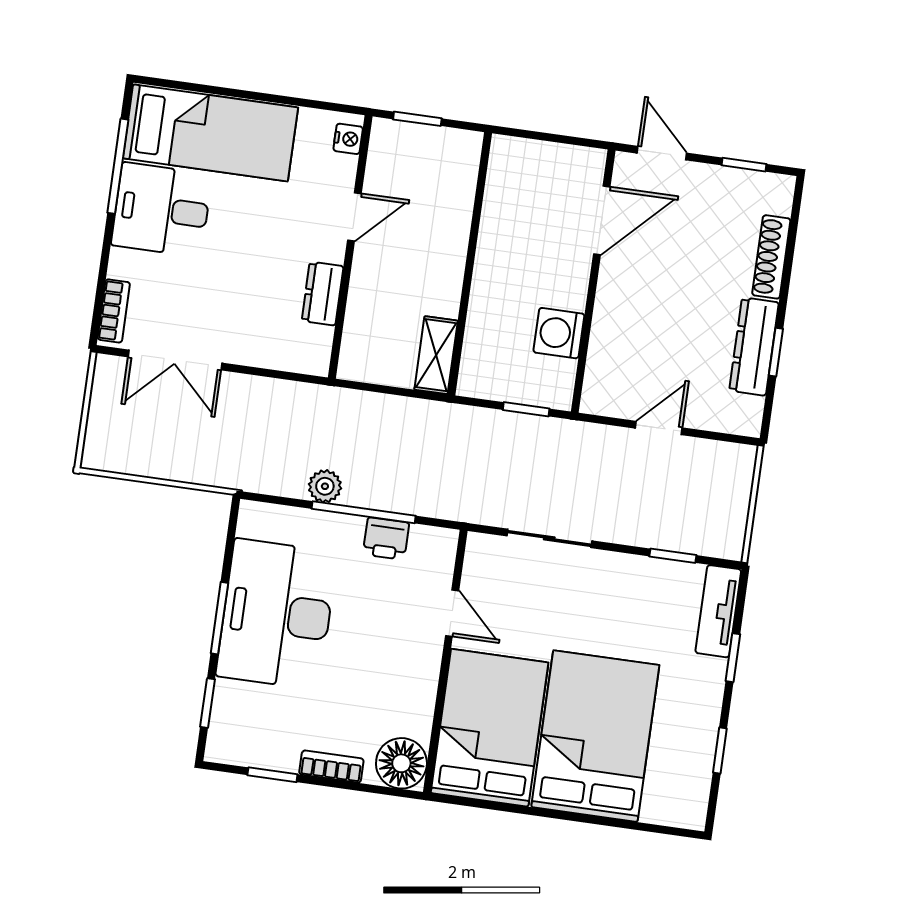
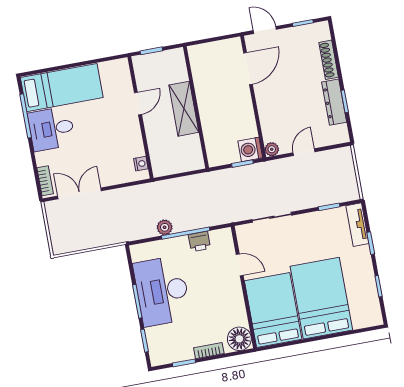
nightstand: (348, 139) -> (141, 164), moved
dresser: (323, 294) -> (135, 142), removed
washing machine: (559, 333) -> (250, 149), moved
shelving: (436, 355) -> (184, 109), moved, width x1.50, depth x1.33
double door: (175, 360) -> (80, 193), swing flipped
plant: (595, 400) -> (272, 149), added

